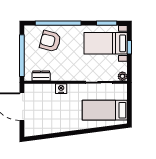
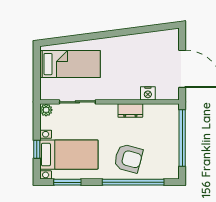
armchair: (50, 41) -> (128, 158), moved
dresser: (41, 76) -> (130, 111), moved
nightstand: (61, 89) -> (148, 93), moved

